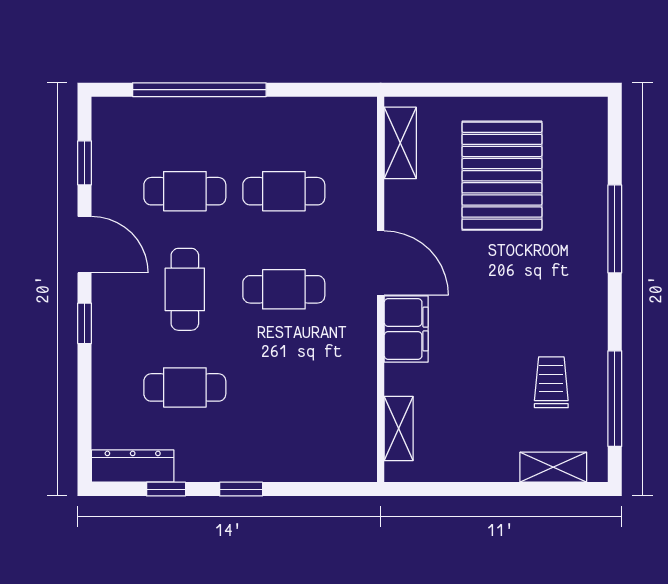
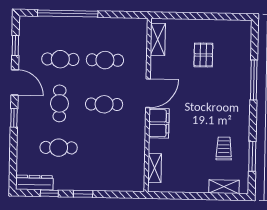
pallet: (502, 176) -> (203, 55), width x0.49, depth x0.50
door: (381, 263) -> (148, 93), hinge flipped
window: (615, 399) -> (252, 156), width x0.69

